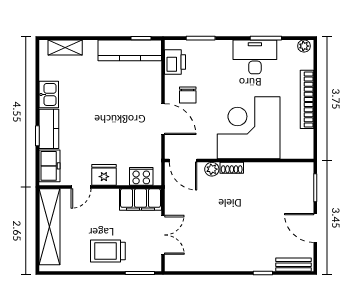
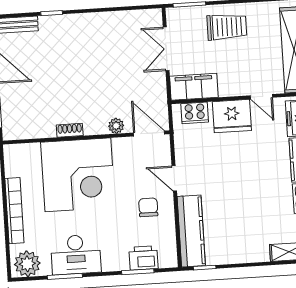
plant: (304, 46) -> (27, 264), width x1.88, depth x1.88
kitchen counter: (130, 50) -> (191, 231), moved, turned 90
printer: (175, 62) -> (143, 258), moved, turned 90
door: (163, 119) -> (174, 178), width x0.73
shoe rack: (232, 168) -> (70, 130), moved
fridge: (104, 175) -> (232, 116), width x1.36, depth x1.34
door: (81, 187) -> (261, 97), swing flipped

